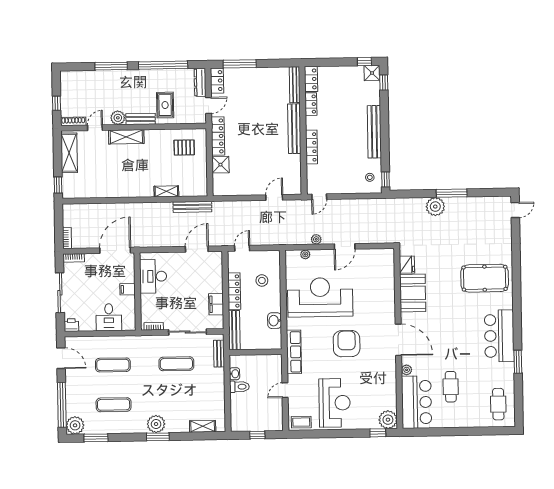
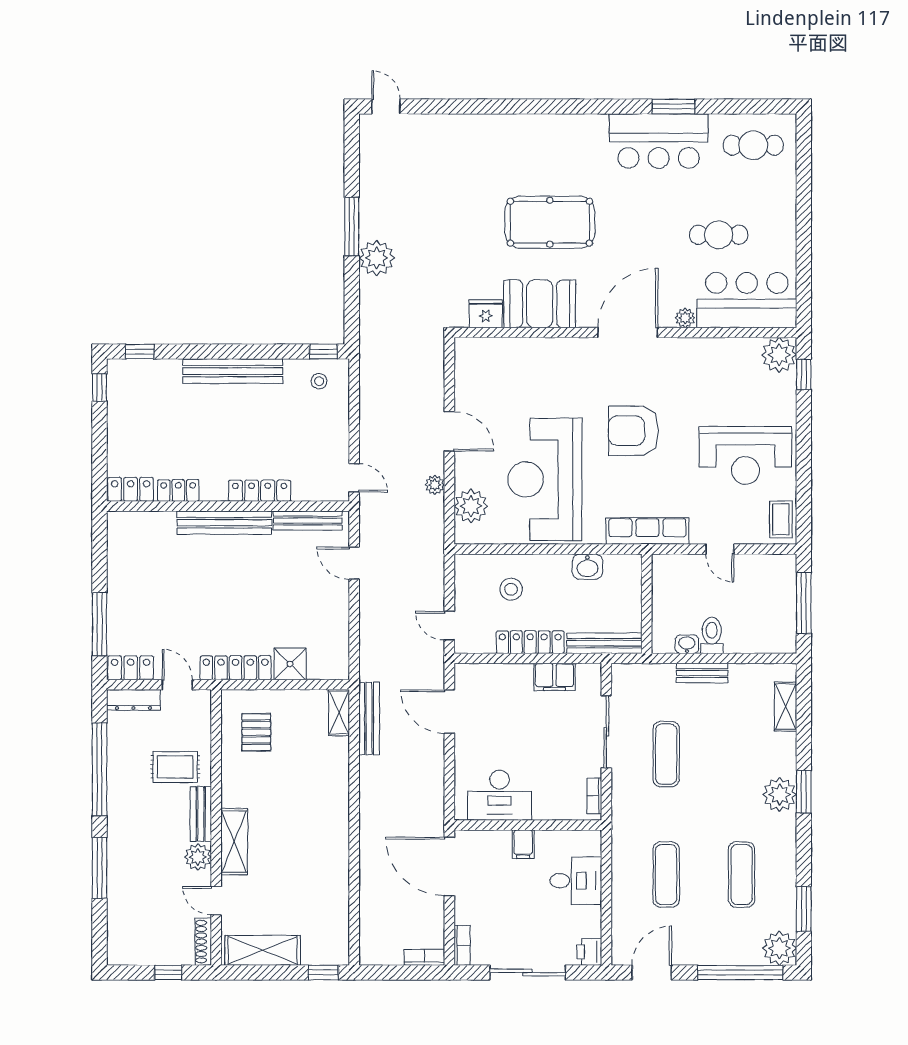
shower: (372, 73) -> (121, 373), removed
bench: (295, 85) -> (308, 521), moved
shelving: (166, 191) -> (339, 713), moved
plant: (305, 254) -> (471, 506), width x1.88, depth x1.88
pool table: (485, 278) -> (550, 222), moved, turned 90
bar counter: (499, 336) -> (659, 141), moved
bench: (219, 354) -> (702, 673), moved
reception desk: (335, 403) -> (745, 455), turned 180
window: (257, 435) -> (804, 603), width x2.17

